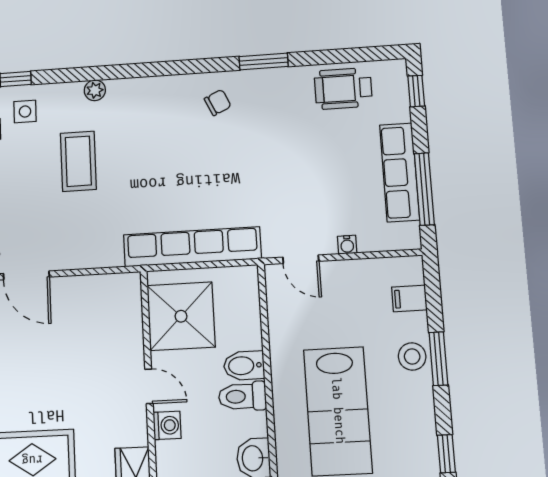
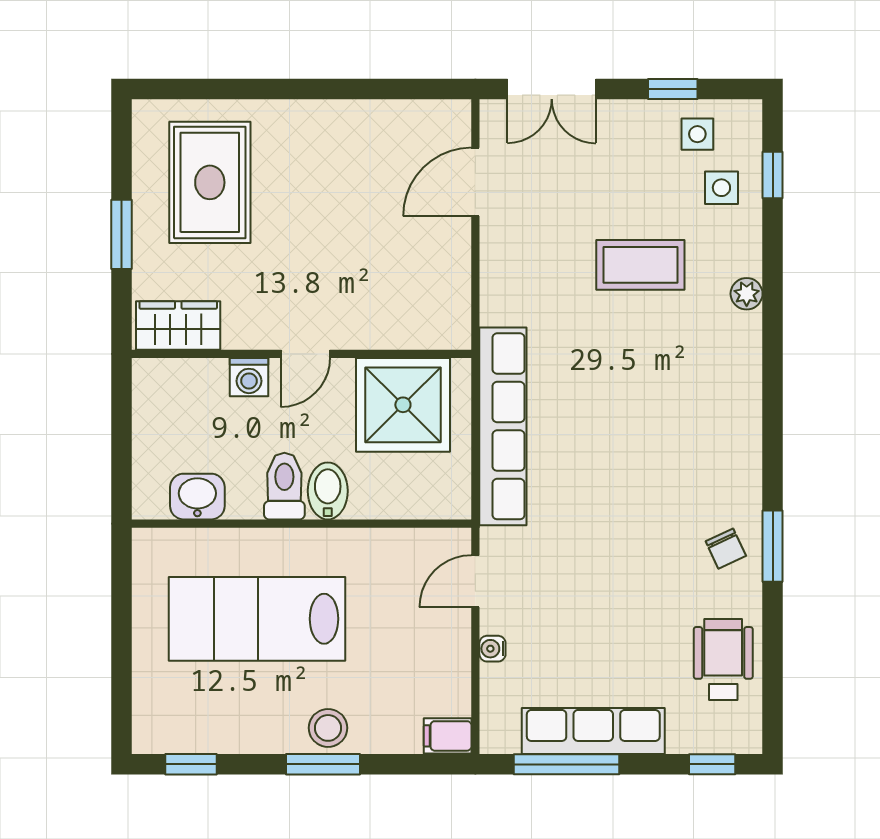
chair: (218, 102) -> (726, 549), moved
filing cabinet: (409, 298) -> (448, 736), moved, turned -90

